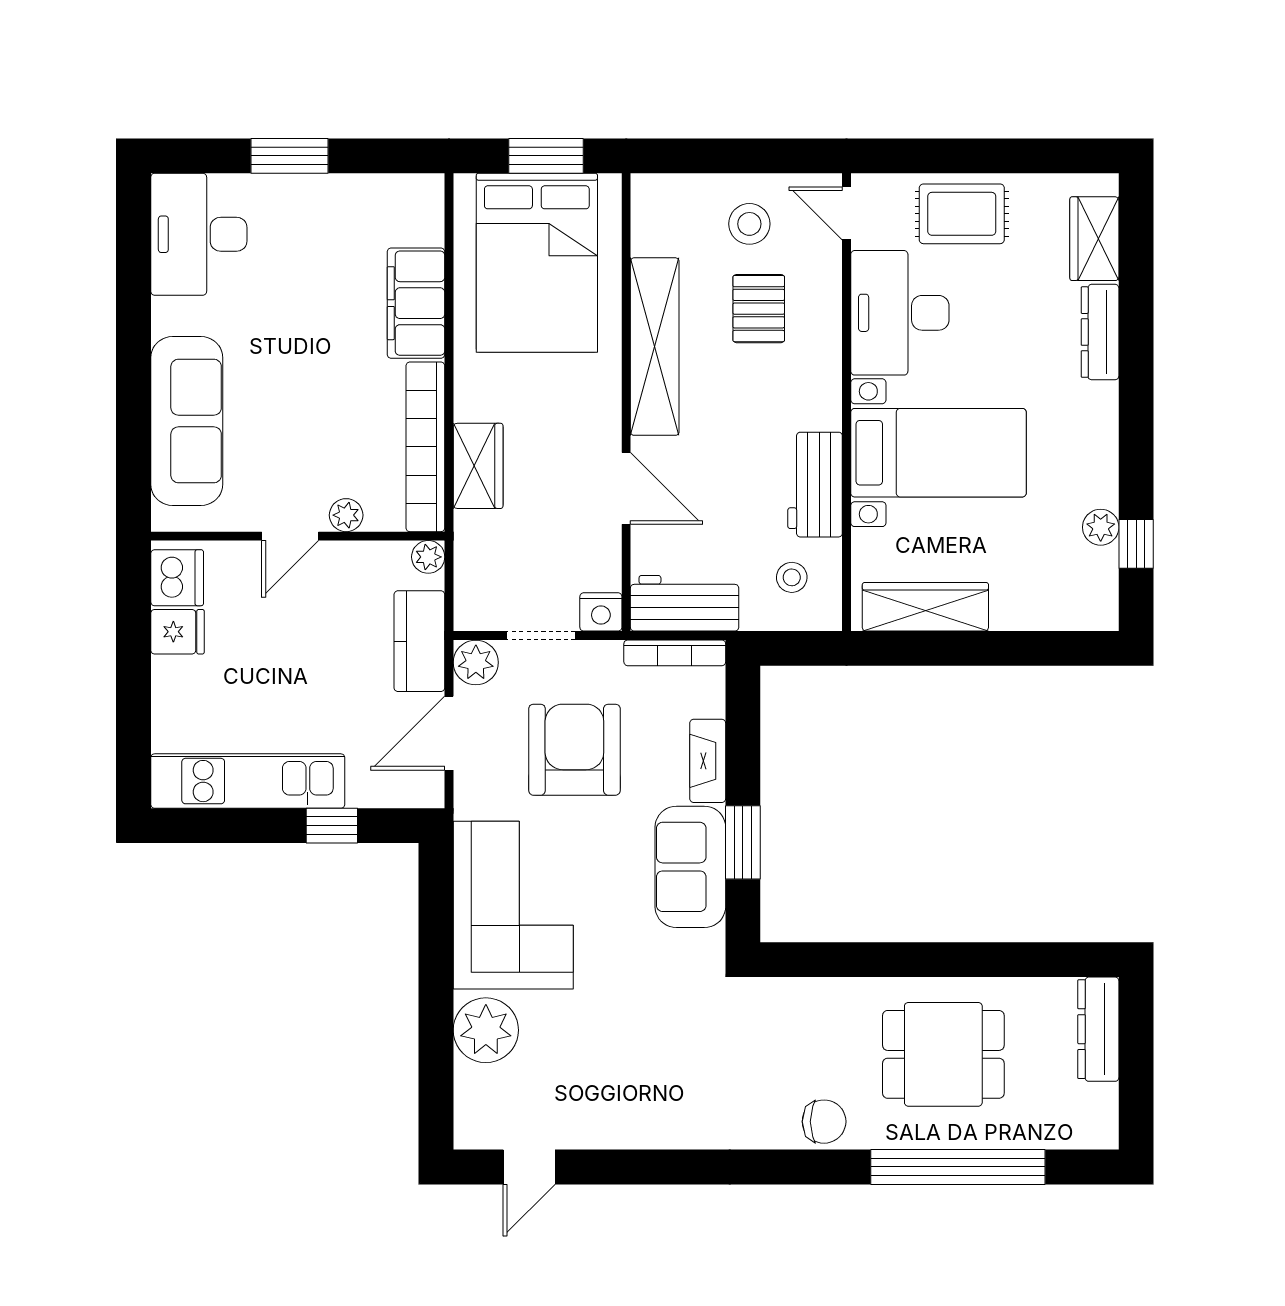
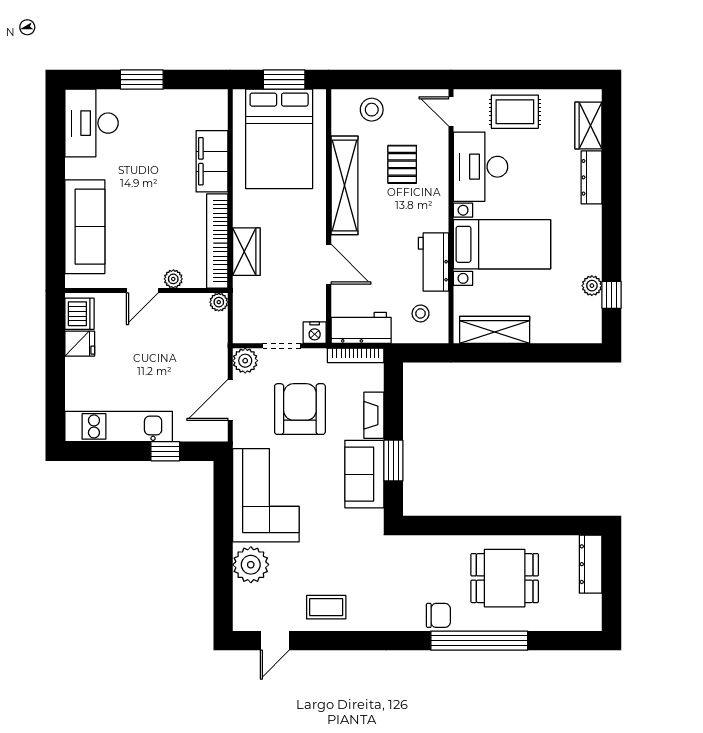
stool: (749, 224) -> (372, 110), moved
kitchen counter: (419, 641) -> (214, 349), removed
coffee table: (622, 1107) -> (326, 607), added
window: (958, 1167) -> (479, 641), moved

